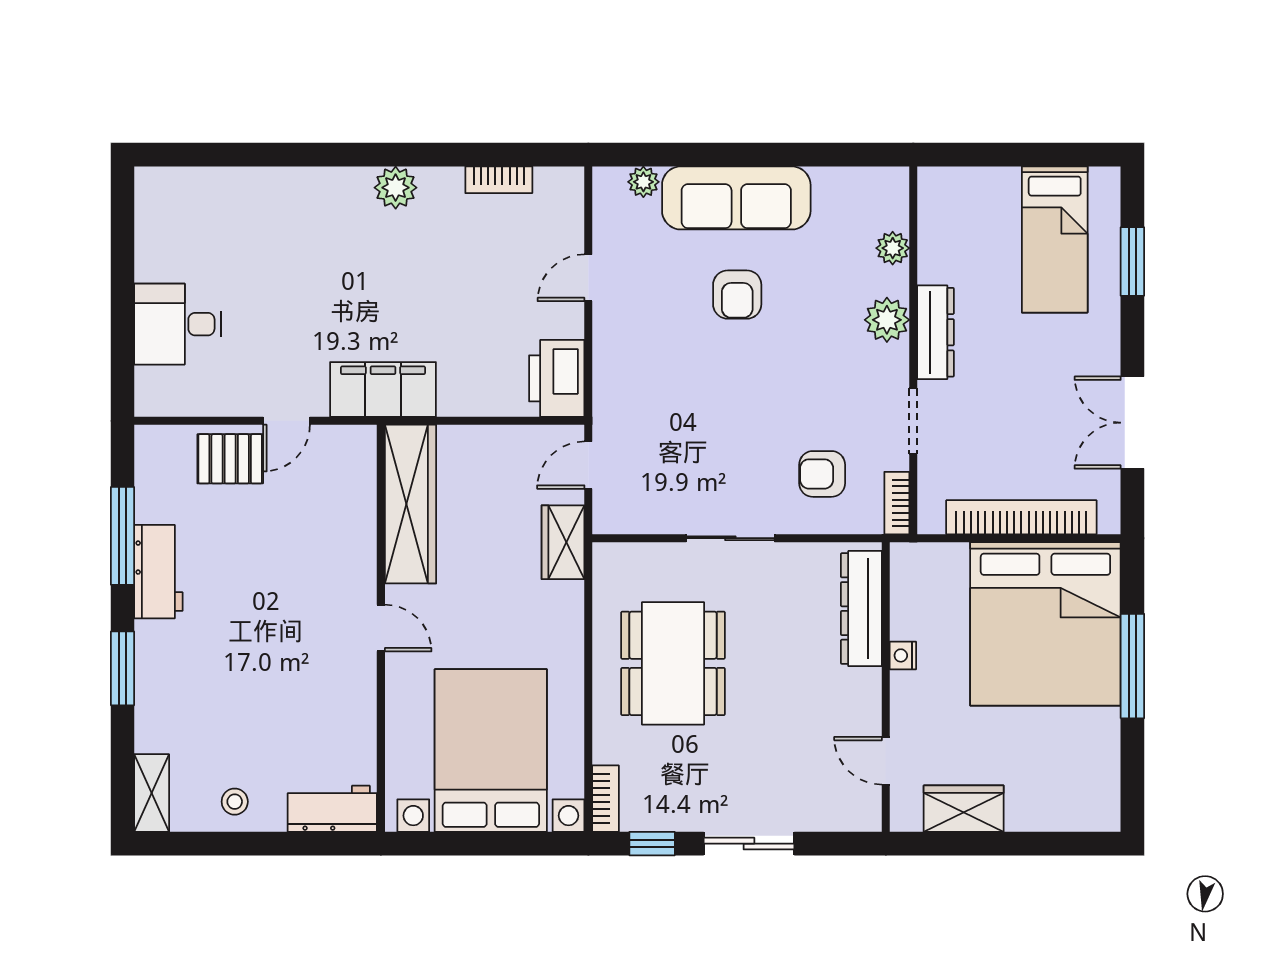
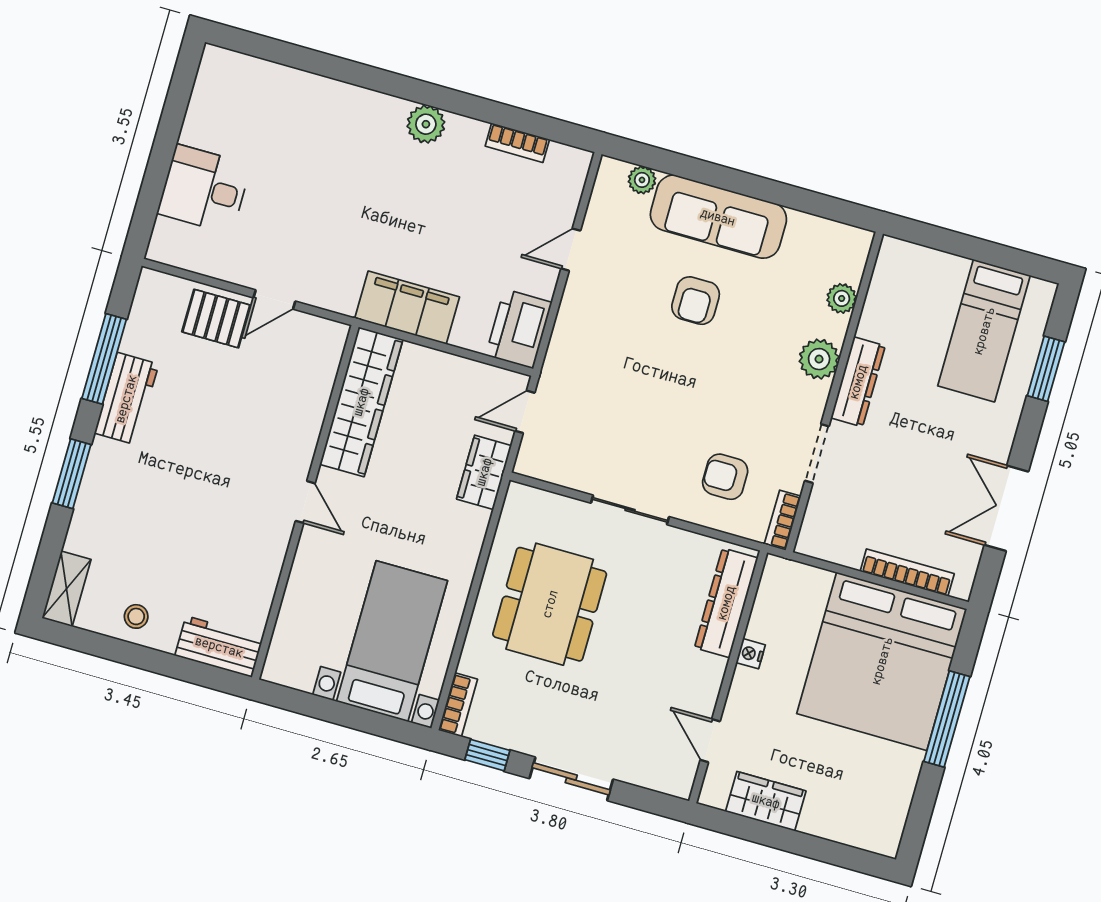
filing cabinet: (383, 389) -> (407, 308), moved
bookcase: (1021, 517) -> (907, 573), width x0.68, depth x0.76
bed with nightstands: (491, 750) -> (392, 641), width x0.73

